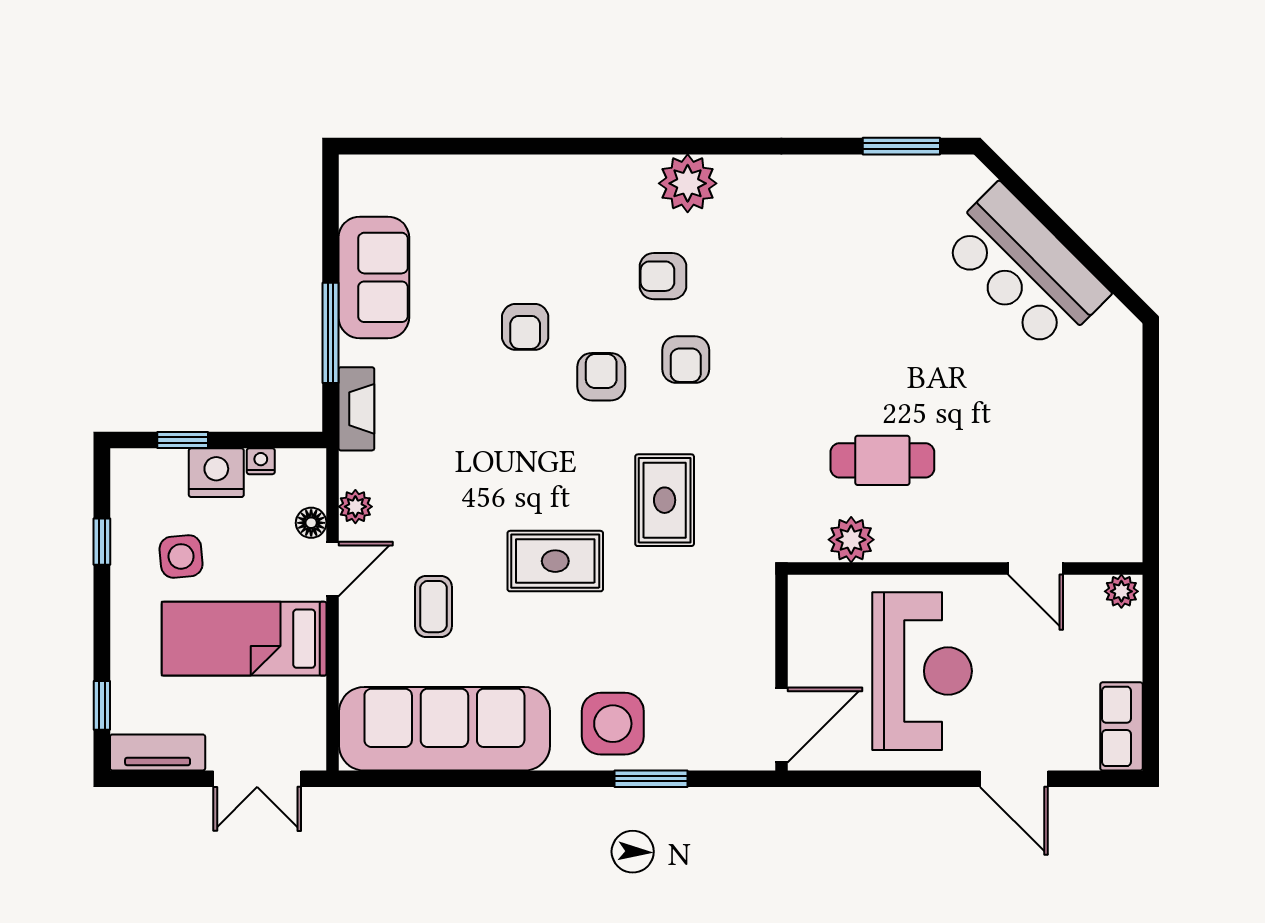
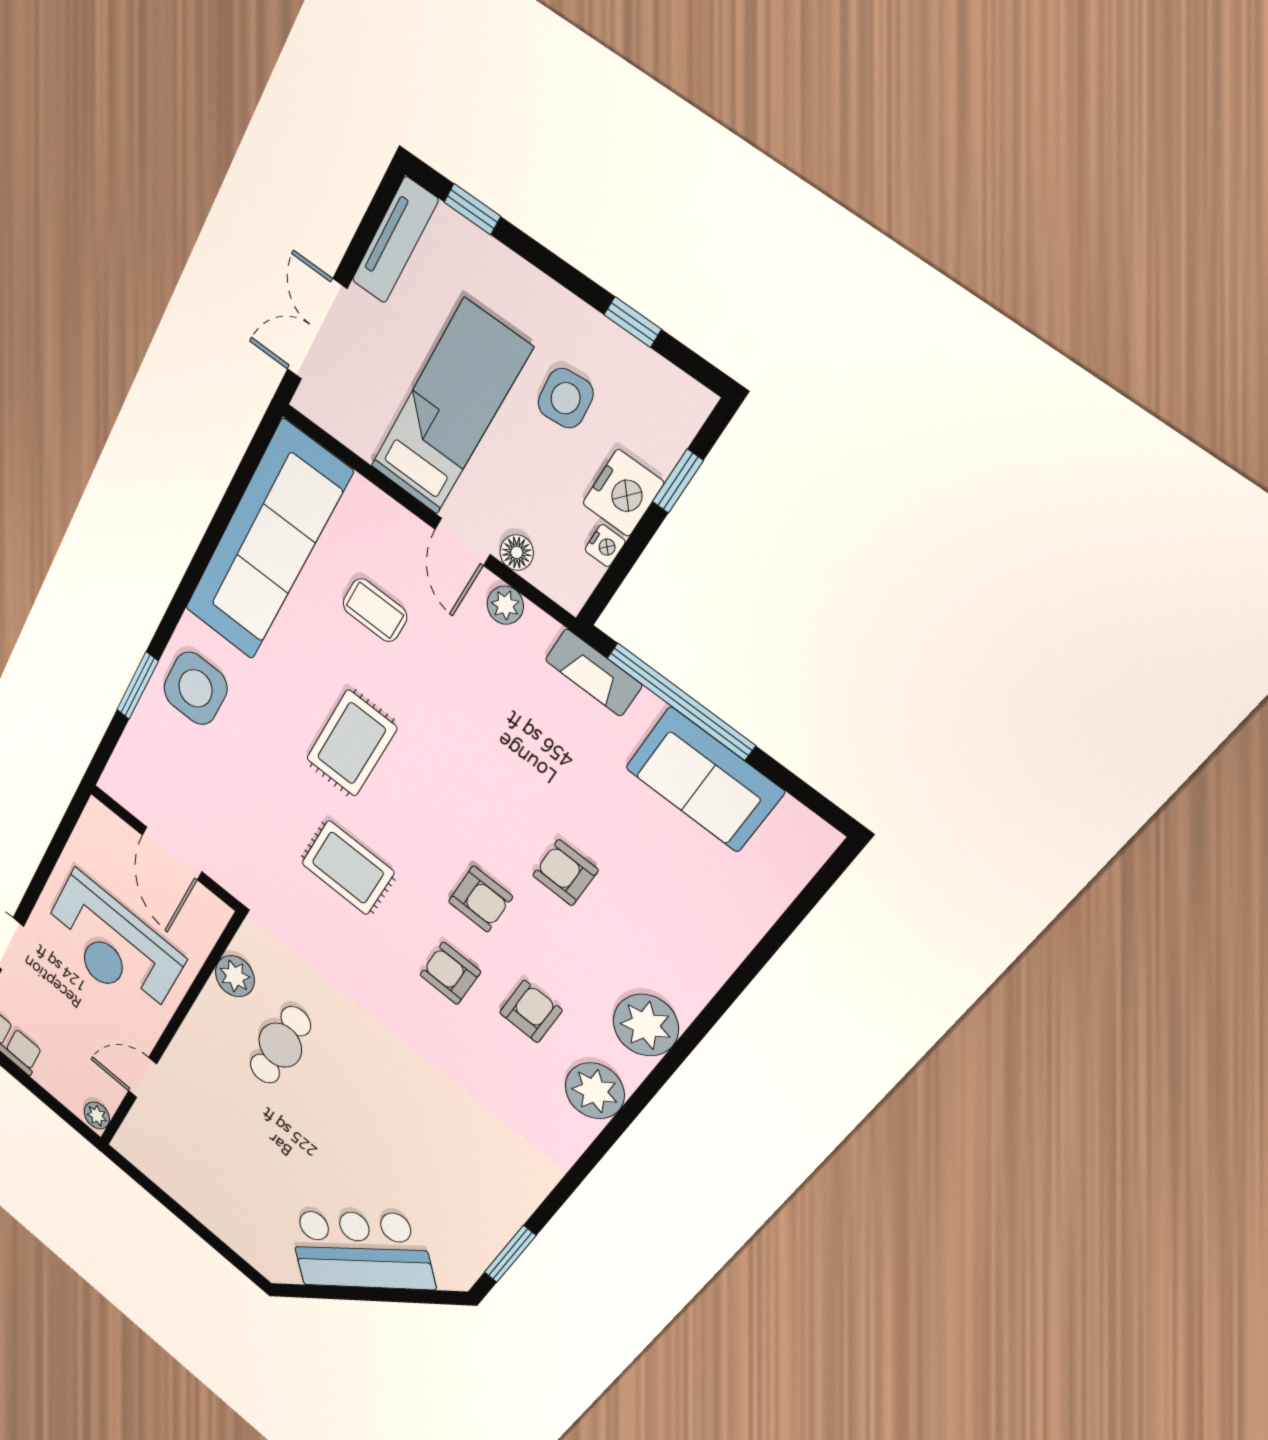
plant: (598, 185) -> (646, 1025), added
window: (330, 333) -> (681, 702), width x1.46
door: (781, 725) -> (172, 853), moved

